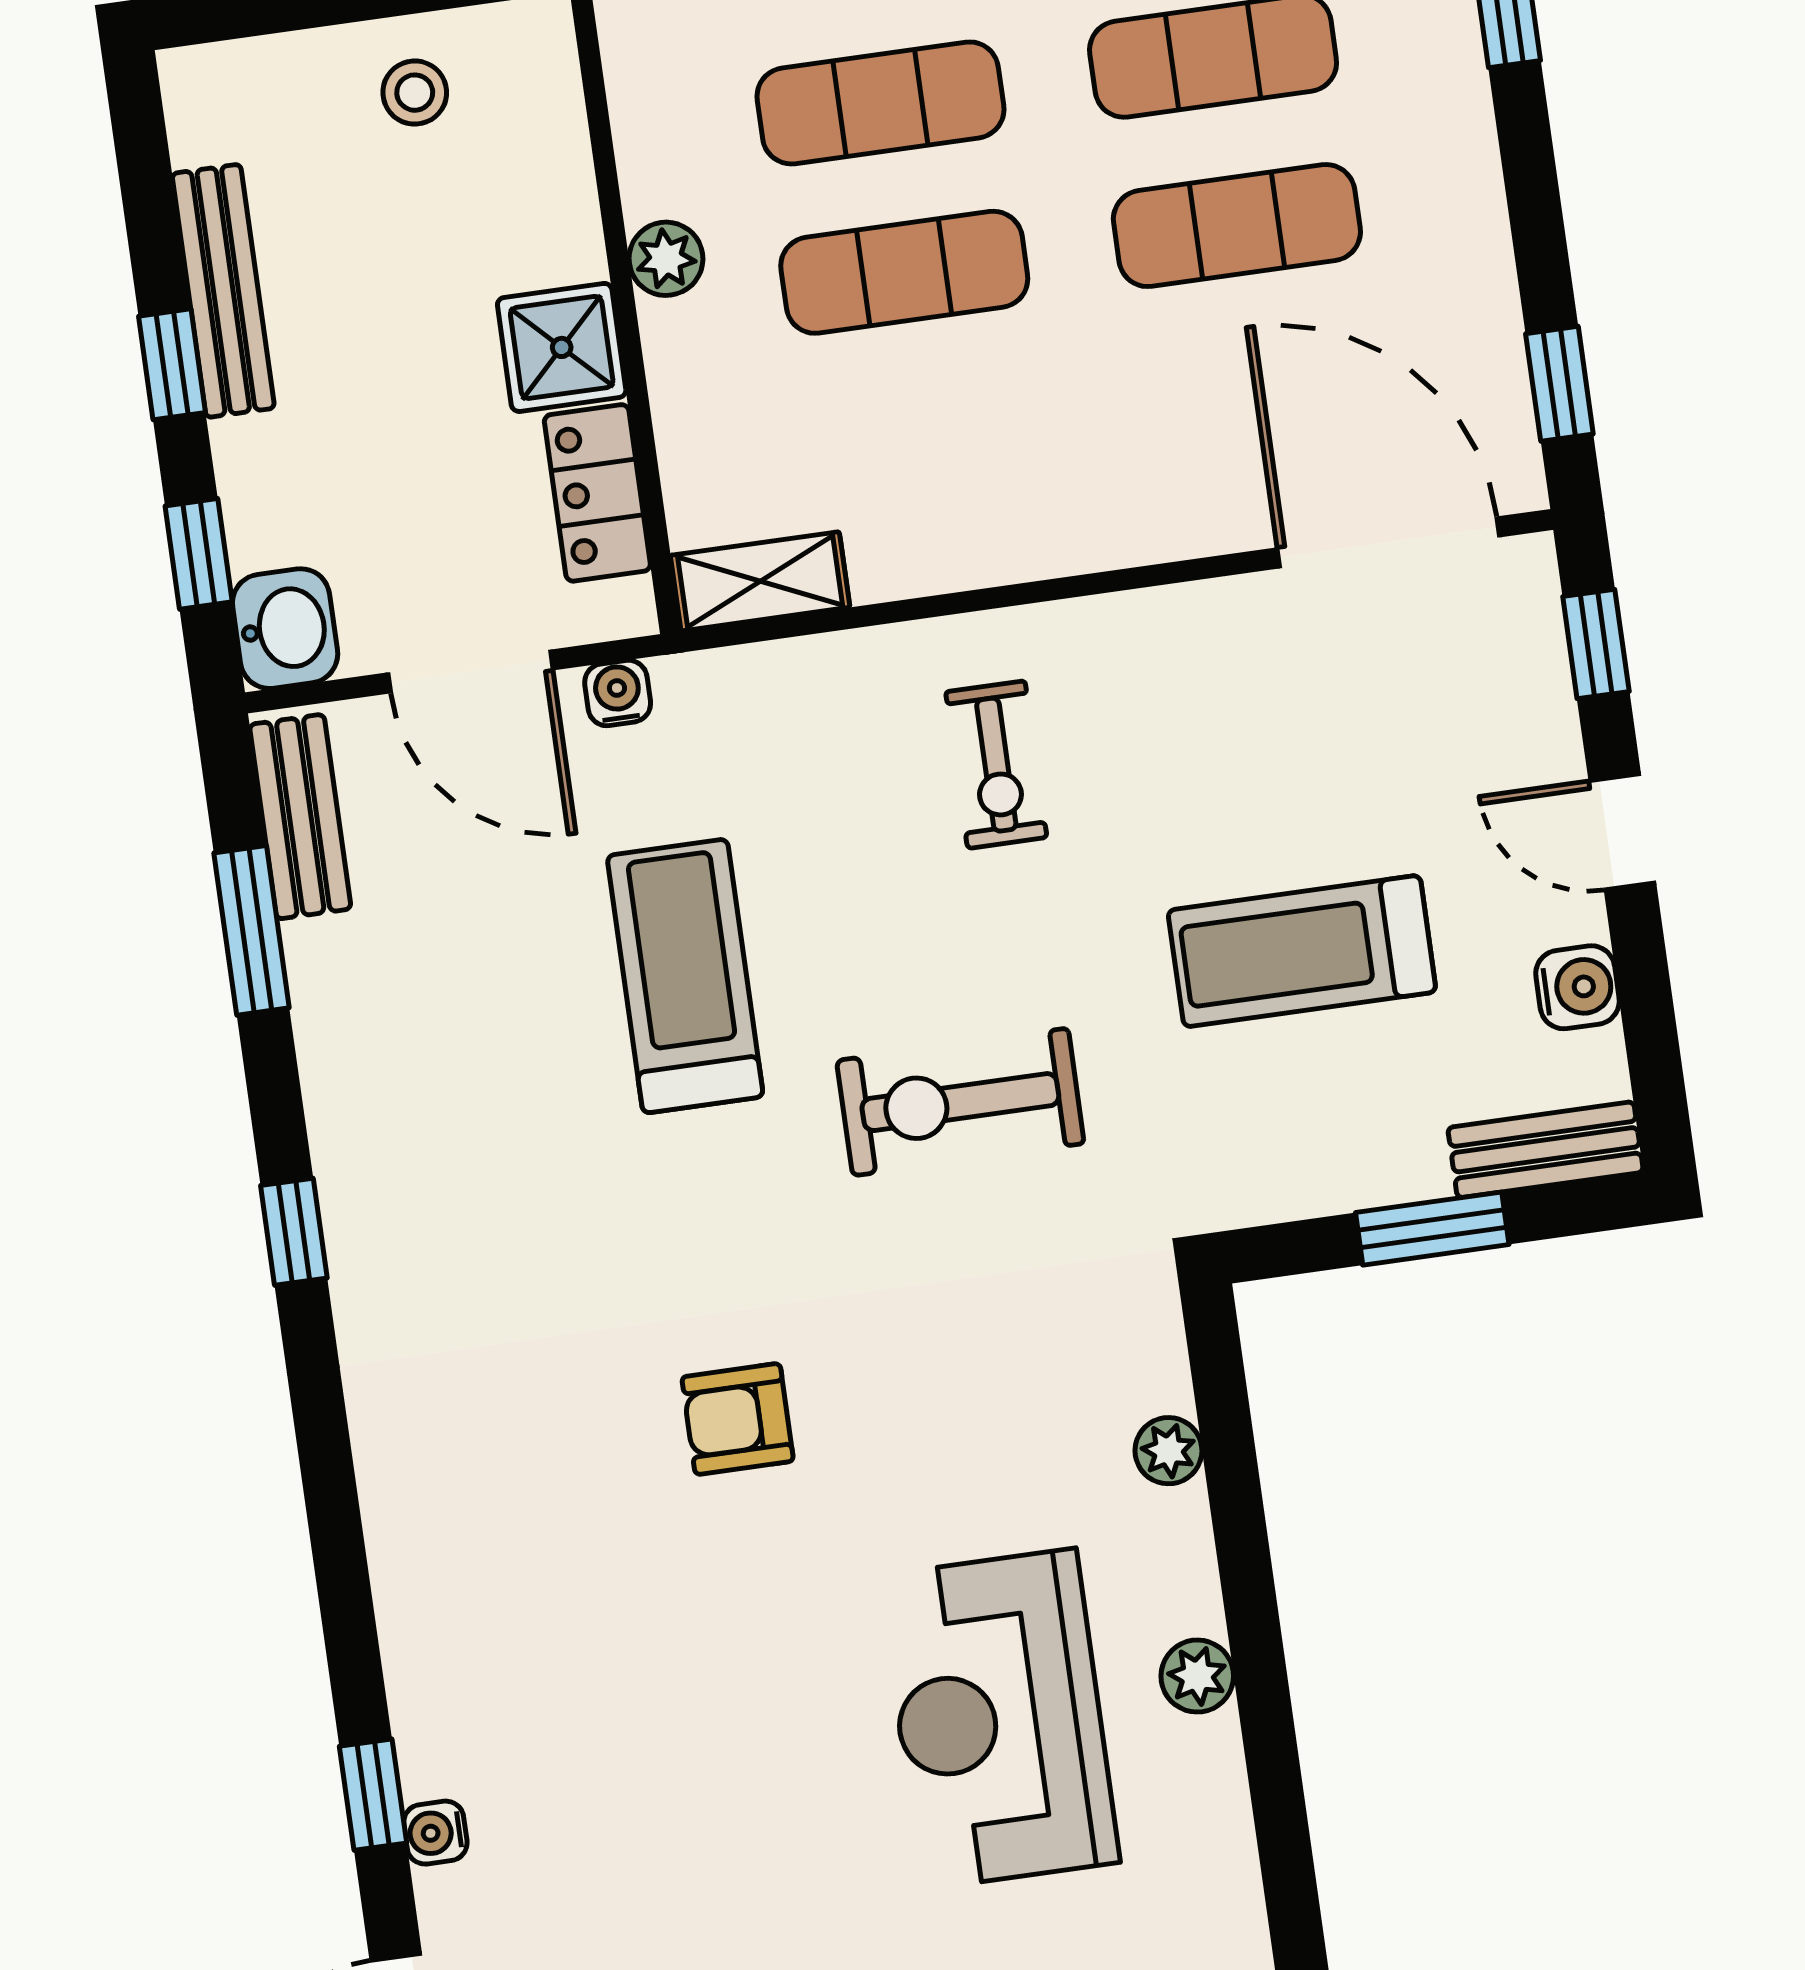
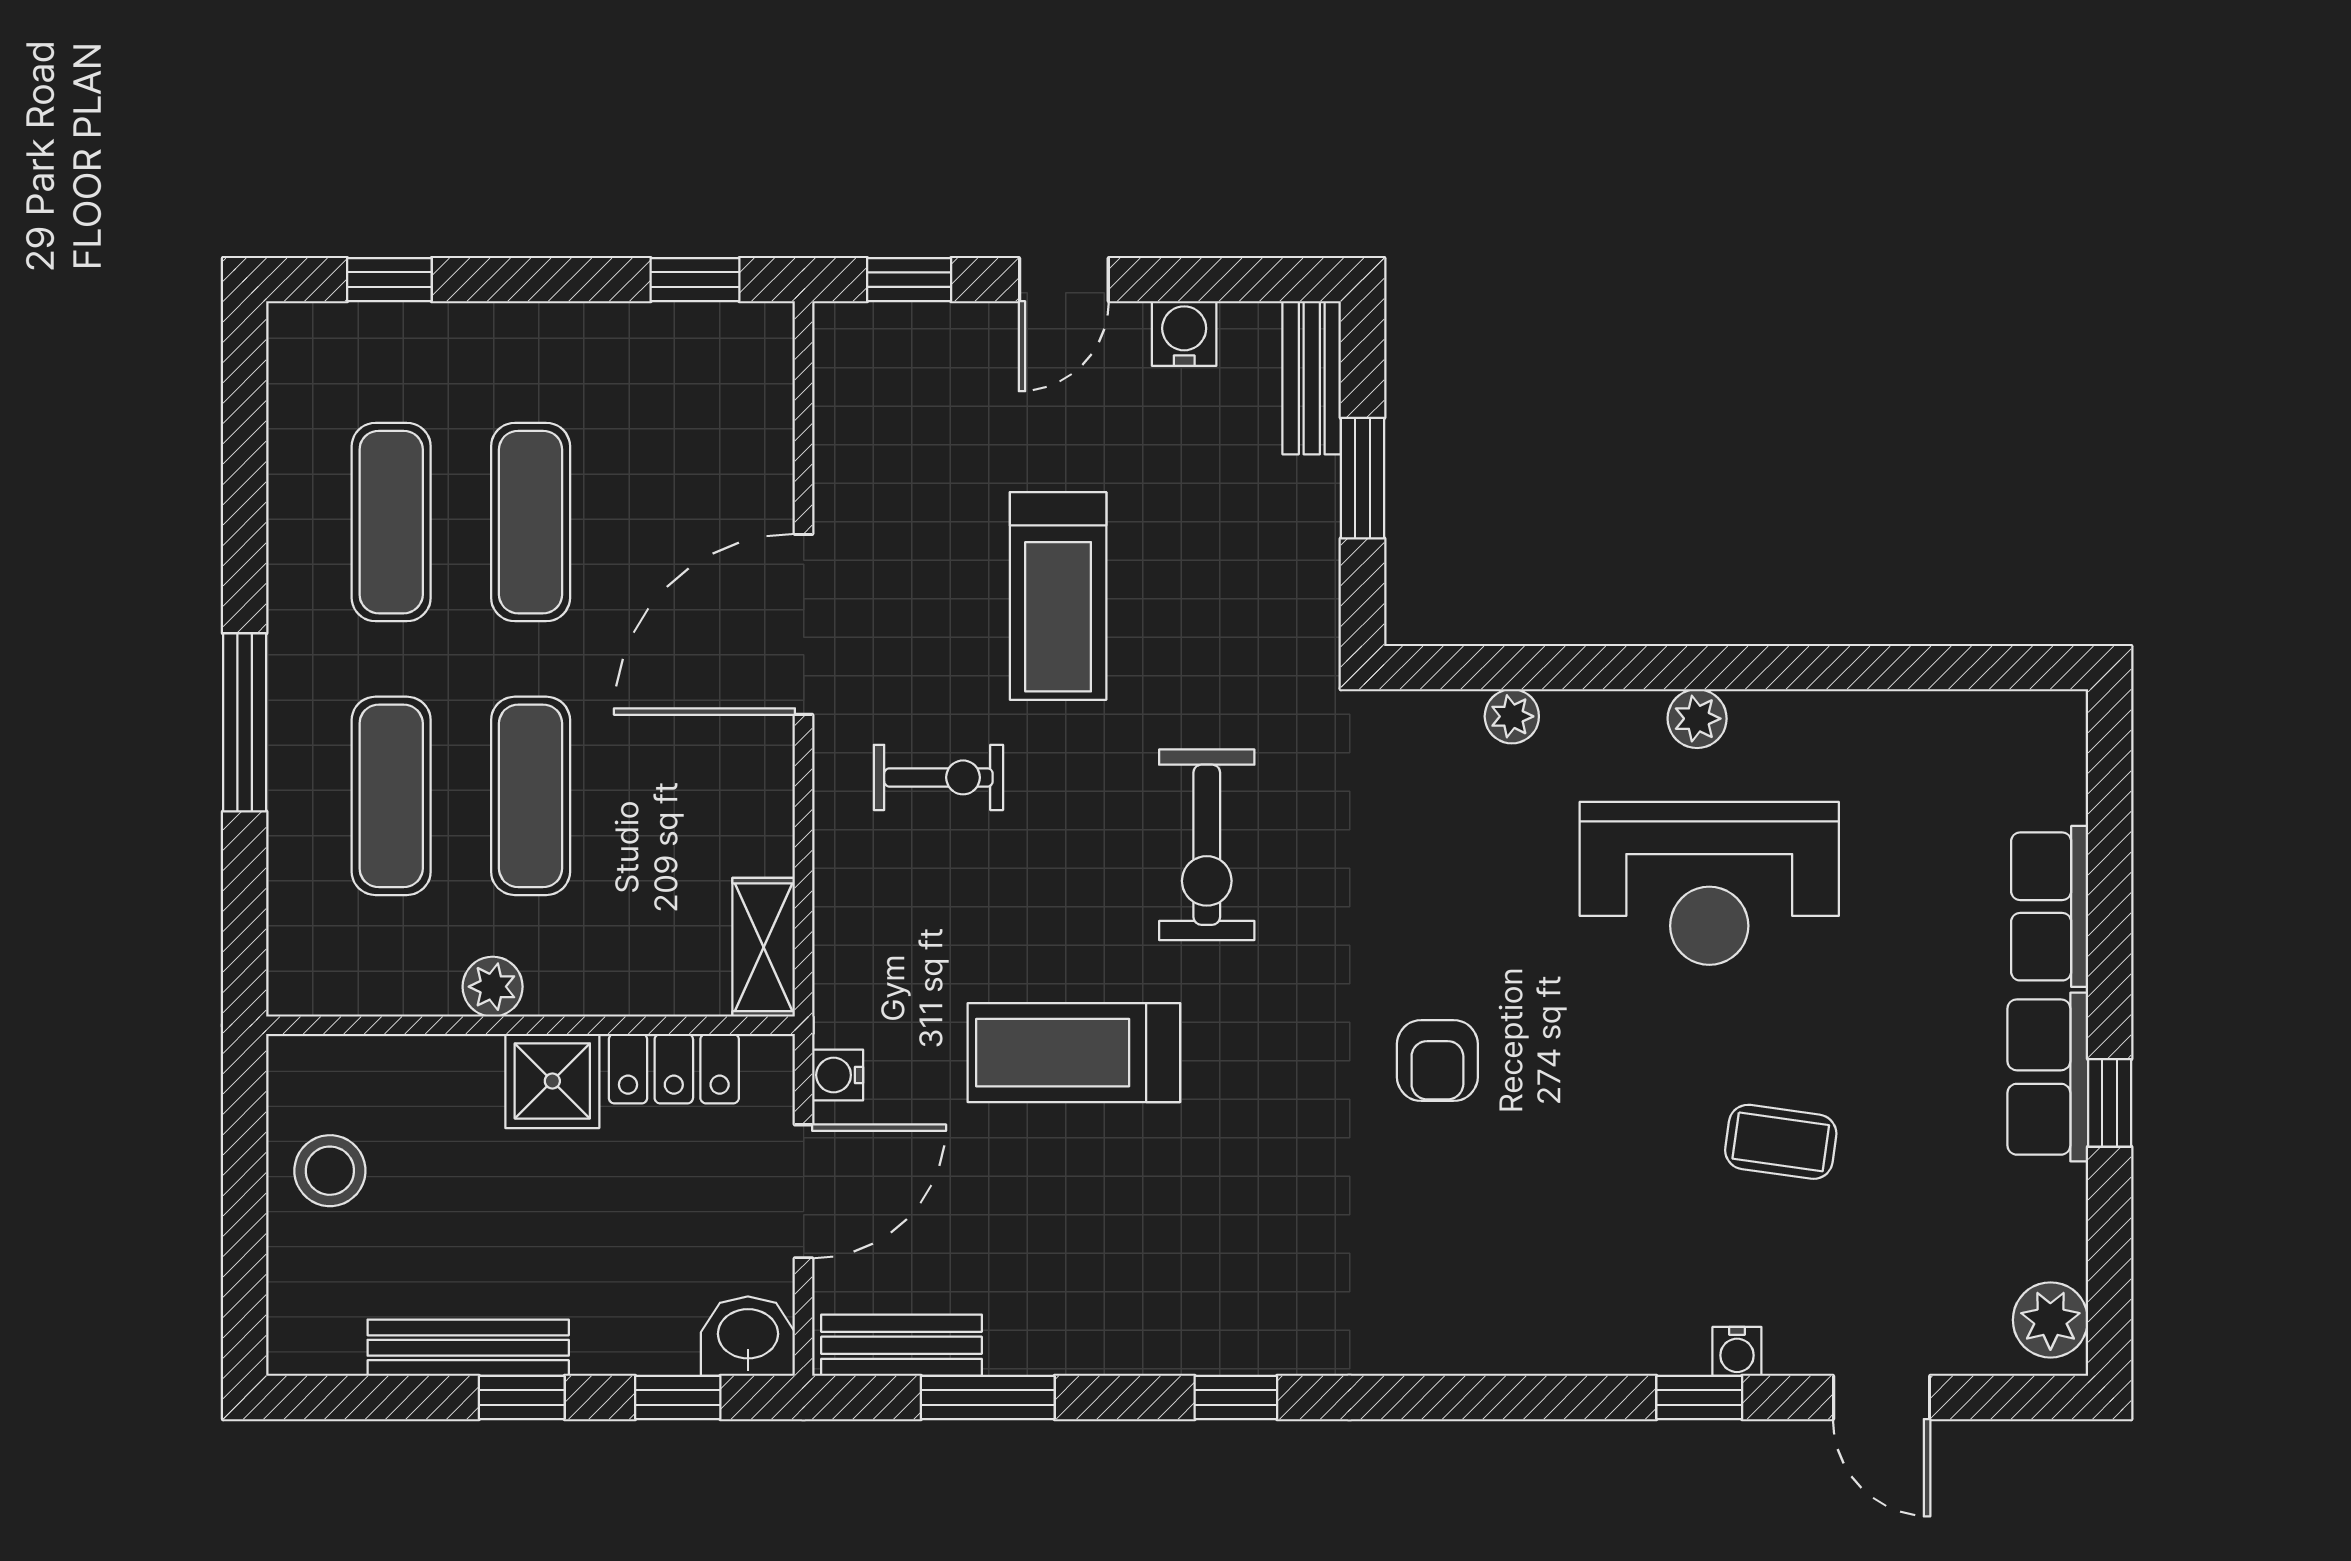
stool: (415, 93) -> (330, 1171), width x1.37, depth x1.37
door: (1388, 542) -> (804, 624), moved
treadmill: (1302, 951) -> (1058, 596), moved
coffee table: (697, 1850) -> (1781, 1142), added

